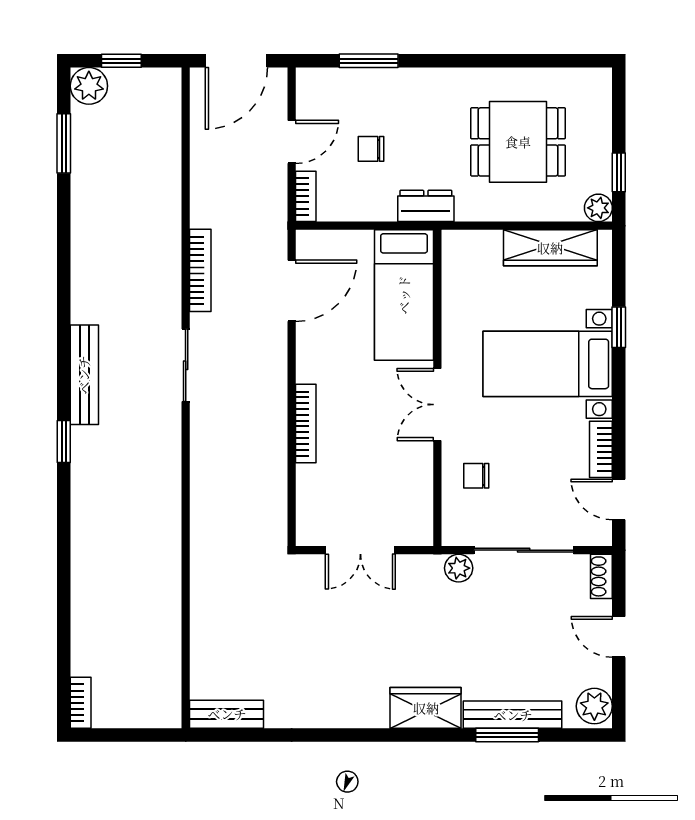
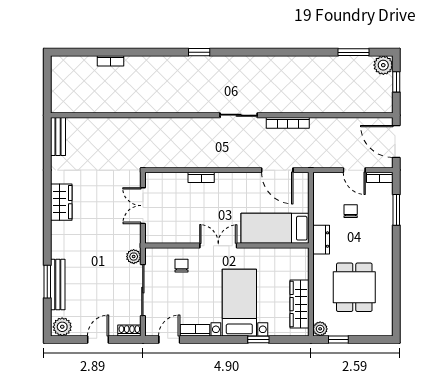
bookcase: (306, 196) -> (380, 177), moved
bench: (84, 375) -> (234, 63), removed
bookcase: (306, 424) -> (201, 177), width x0.64
bookcase: (81, 703) -> (110, 61), moved
wardrobe: (426, 708) -> (61, 202), moved

